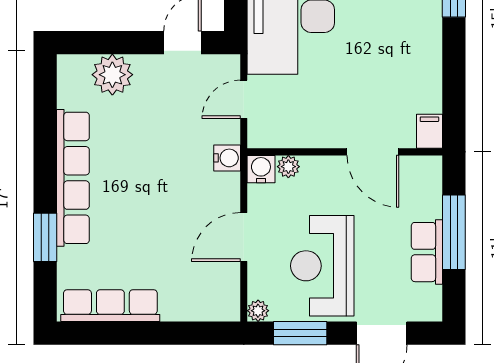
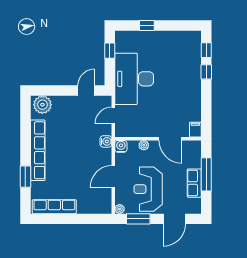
plant: (112, 75) -> (42, 105), moved
plant: (288, 167) -> (144, 145), moved

